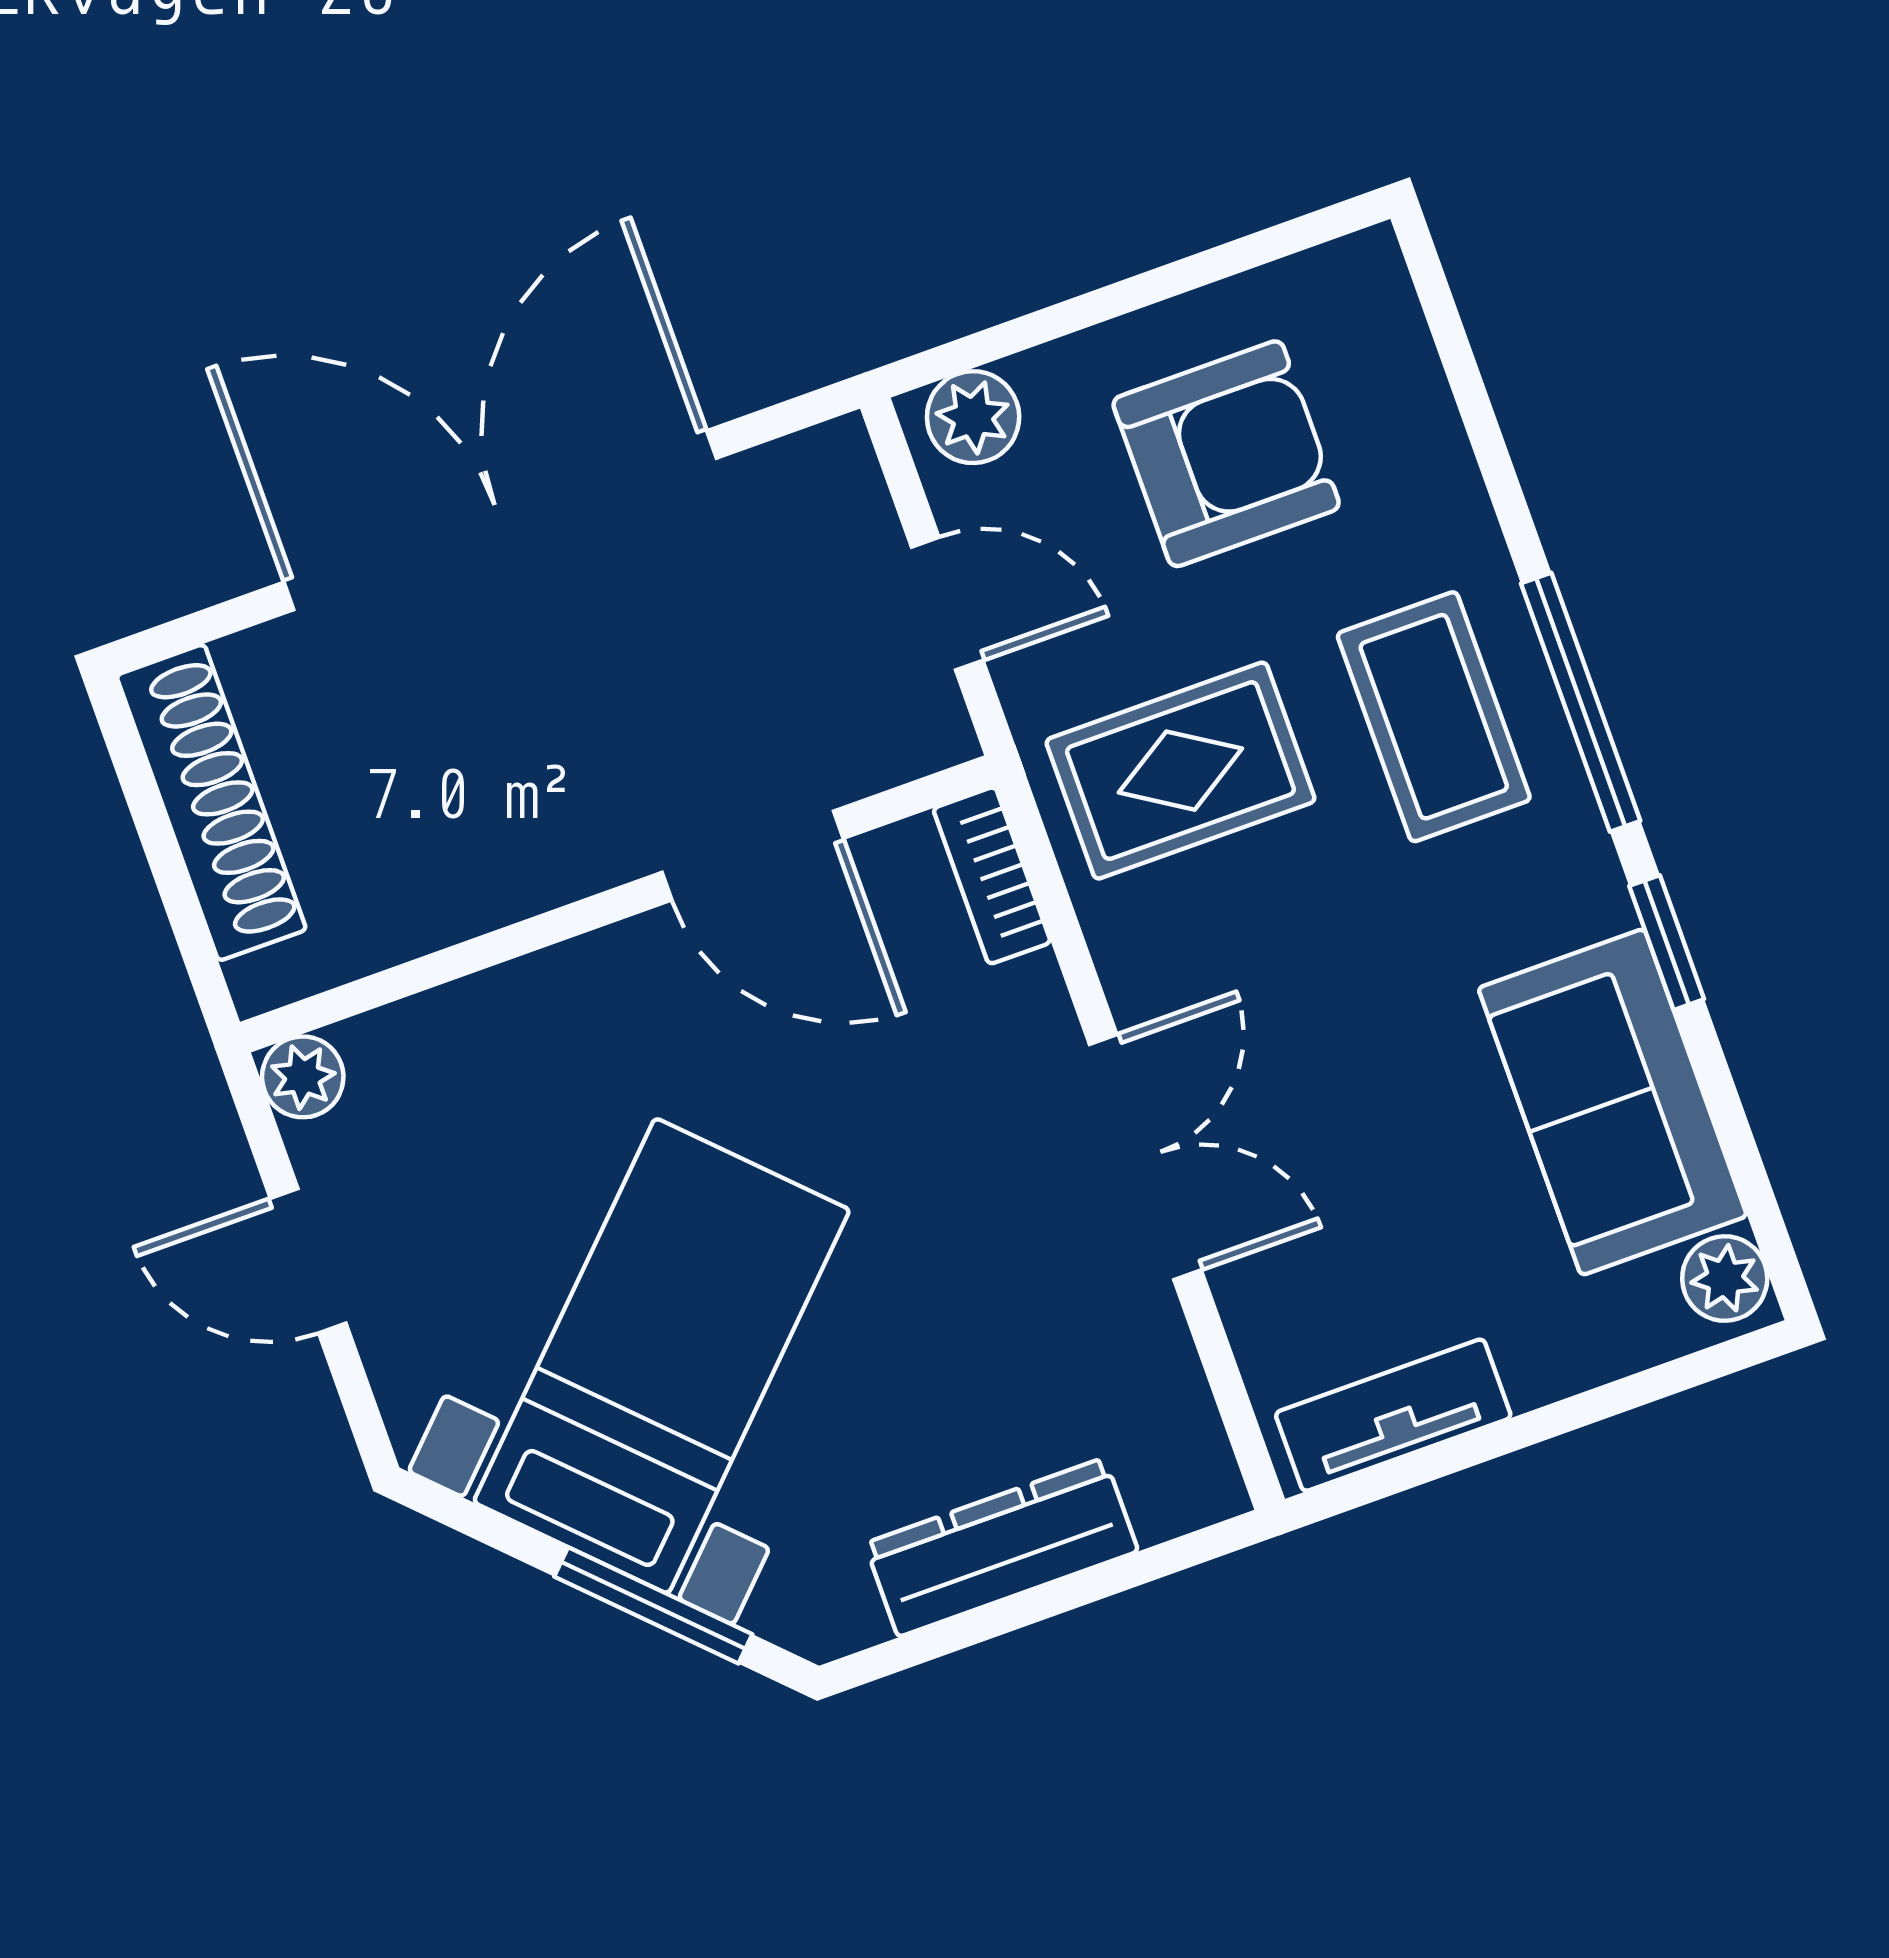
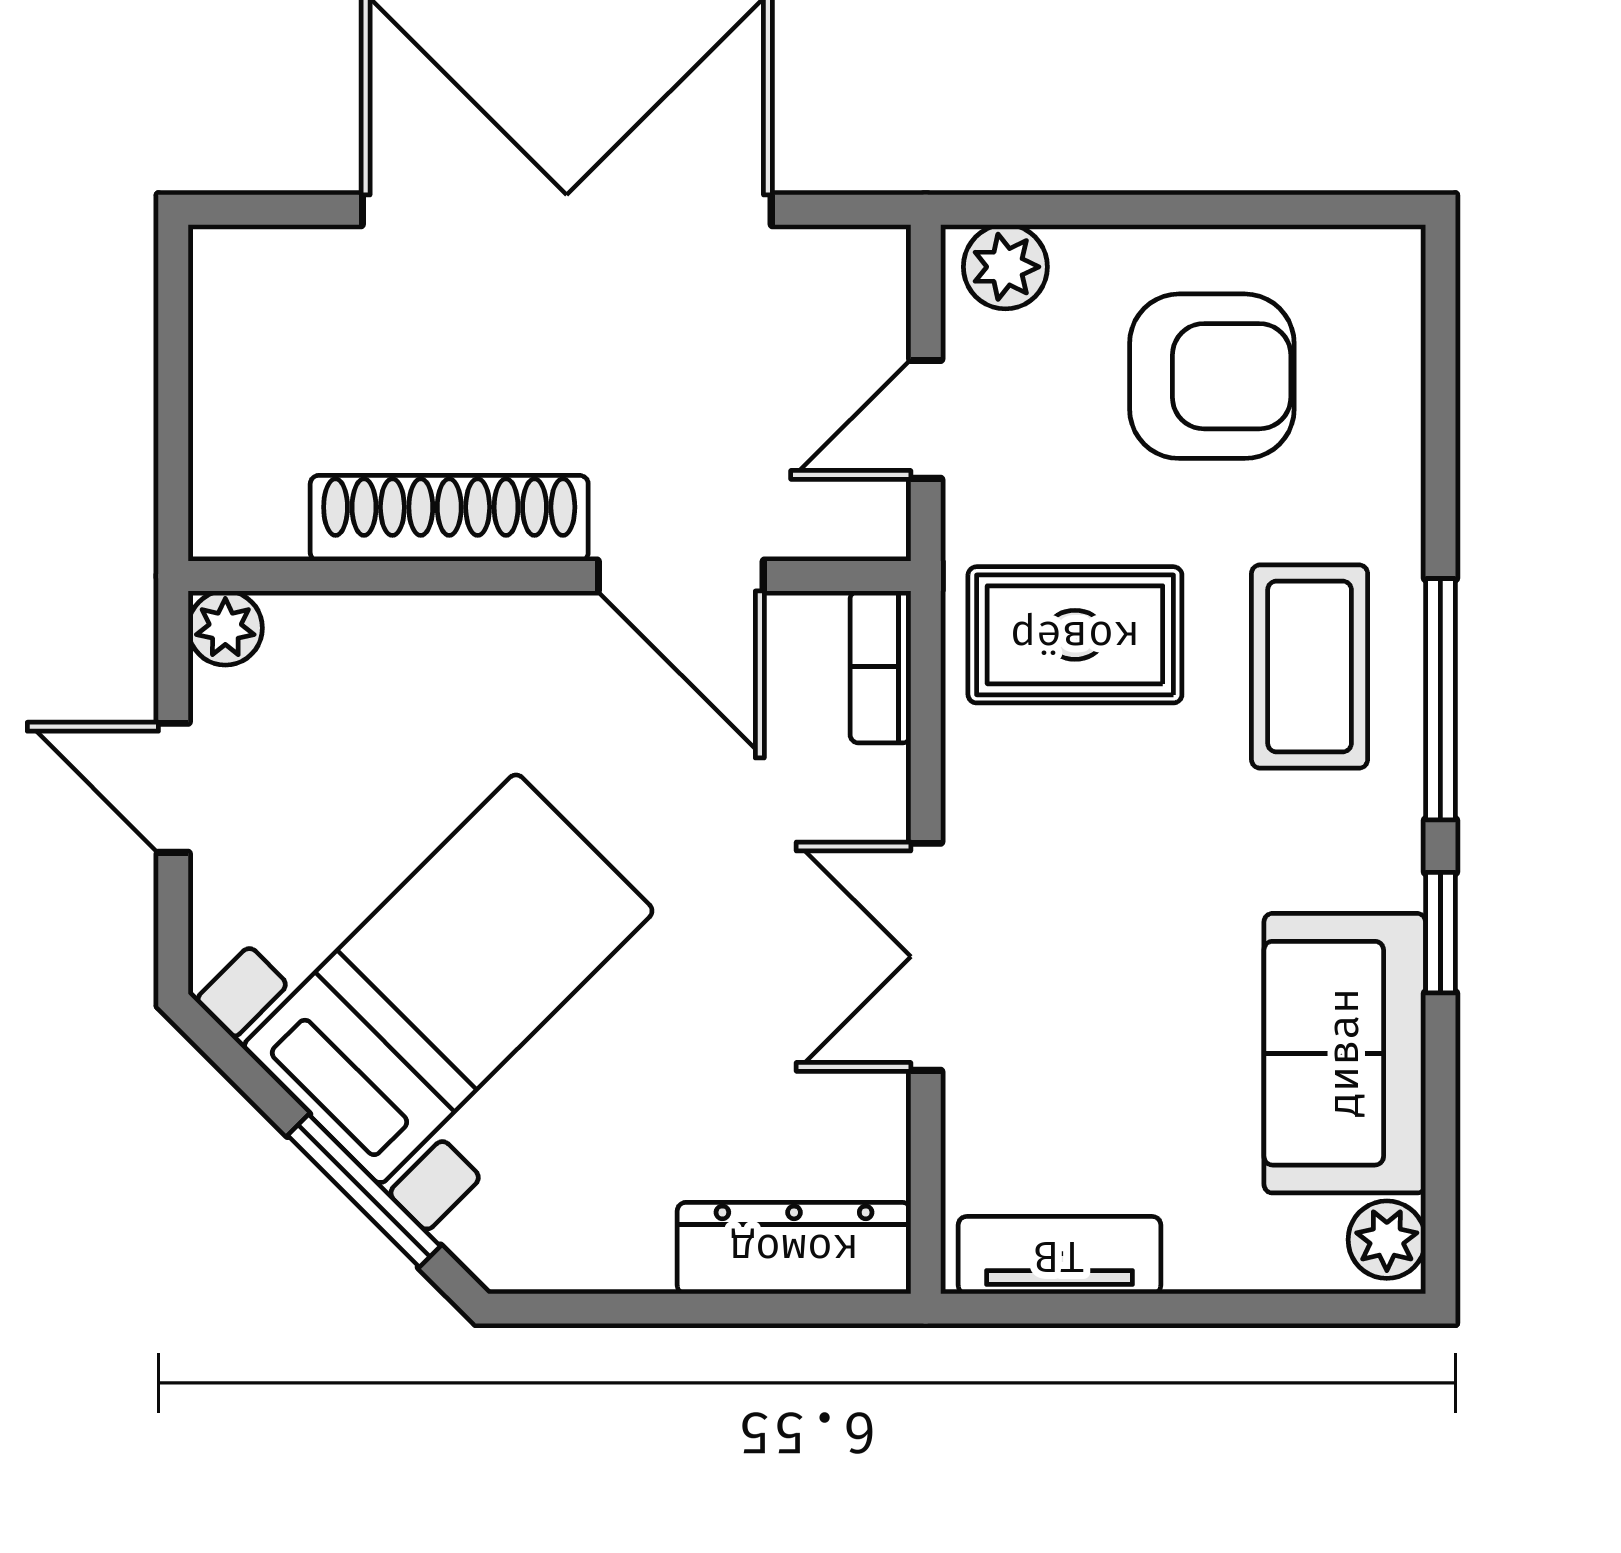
door: (947, 604) -> (926, 419), swing flipped
shoe rack: (211, 802) -> (449, 518), moved, turned -90
double door: (1145, 1157) -> (926, 957), swing flipped
dresser: (1001, 1547) -> (794, 1248), moved

